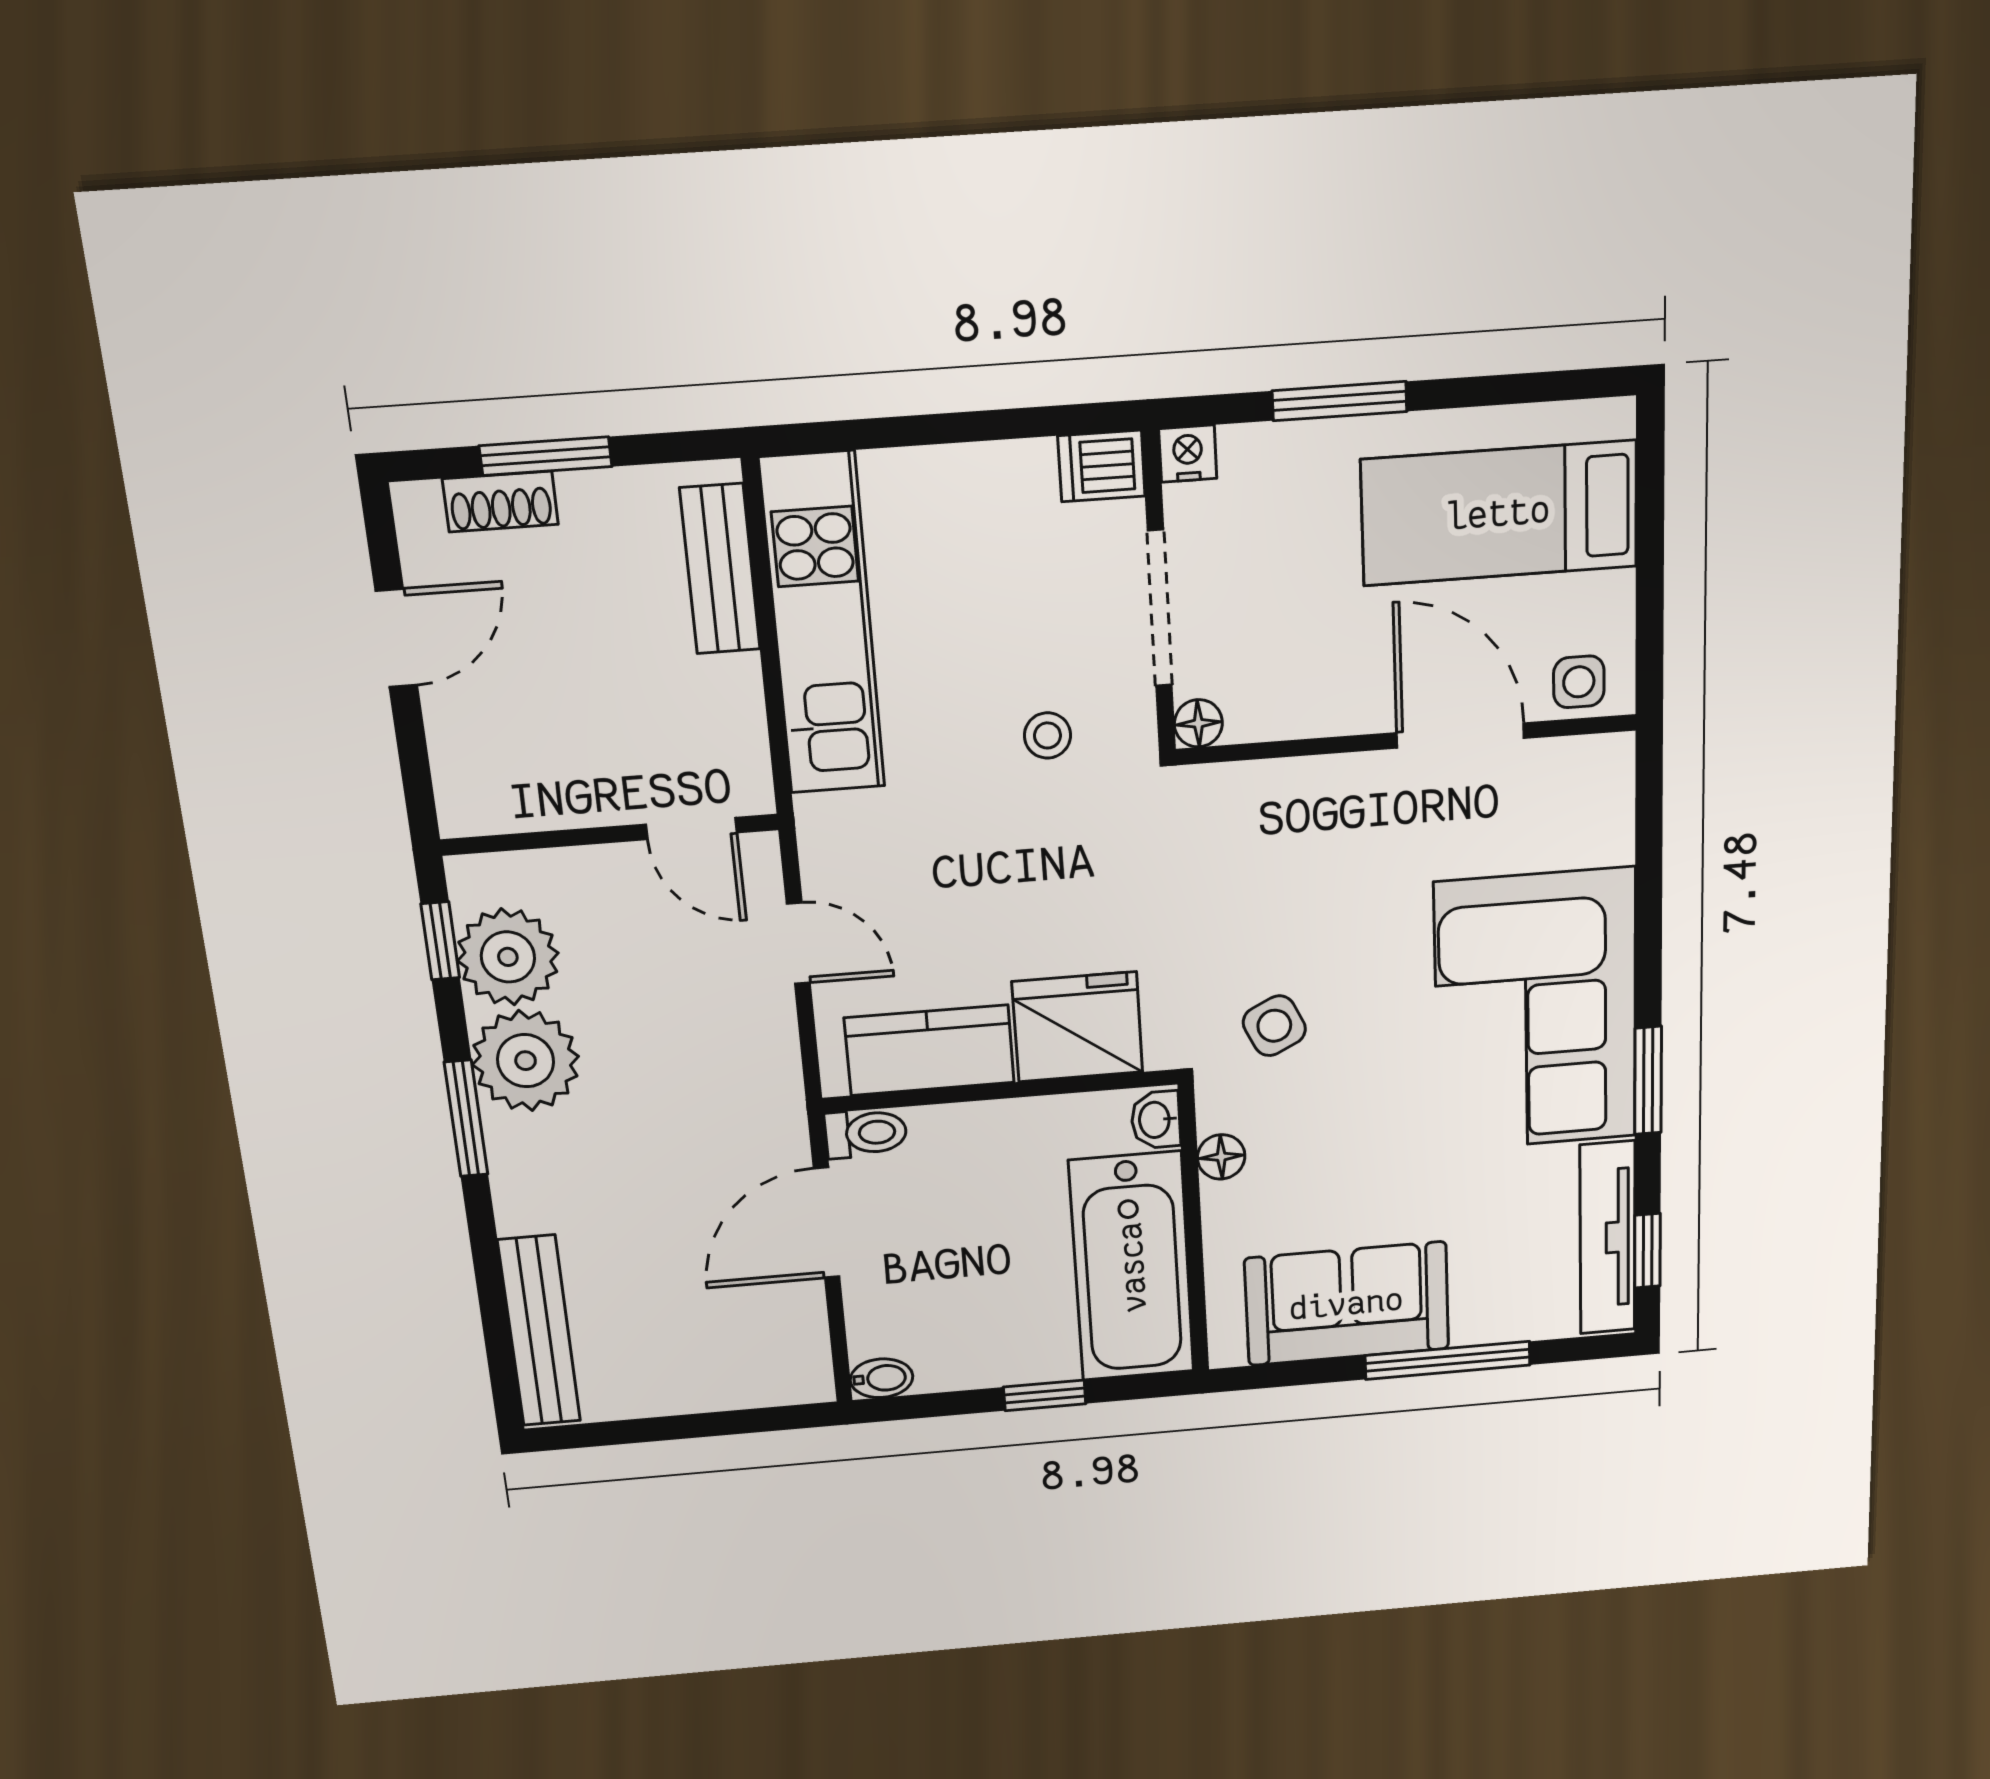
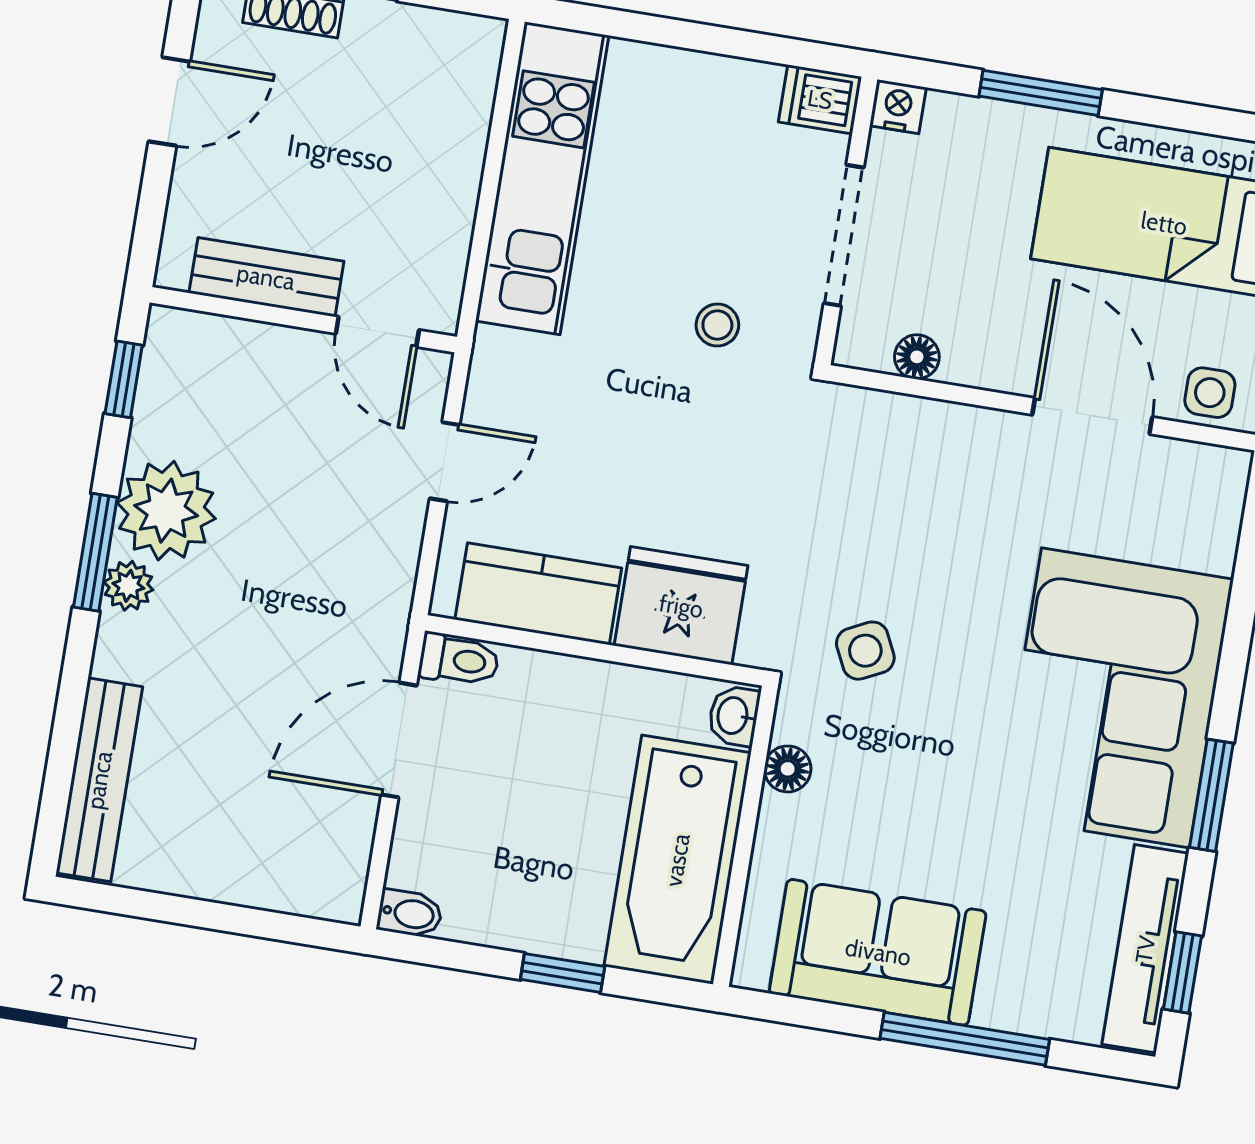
bench: (720, 569) -> (266, 277), moved, turned 90
floor lamp: (1198, 723) -> (917, 357), moved
door: (798, 943) -> (445, 462), hinge flipped
plant: (508, 957) -> (128, 586), moved, width x0.53, depth x0.53

